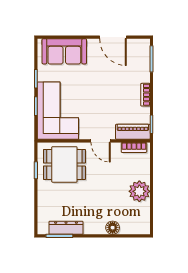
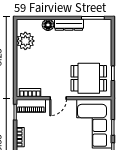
door: (101, 141) -> (58, 98), swing flipped
plant: (139, 191) -> (25, 41), moved
dresser: (66, 228) -> (69, 25), moved

